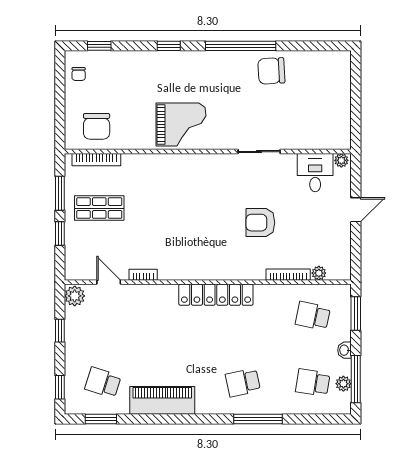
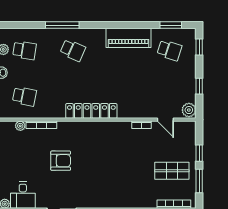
school desk: (243, 383) -> (73, 50), turned 36

